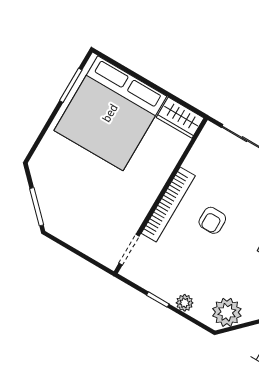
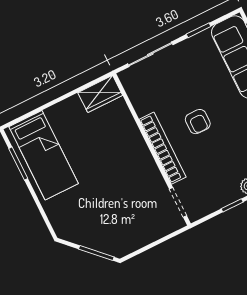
bed: (110, 113) -> (44, 155), width x0.49

